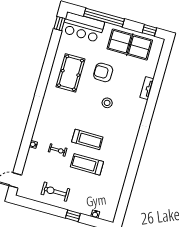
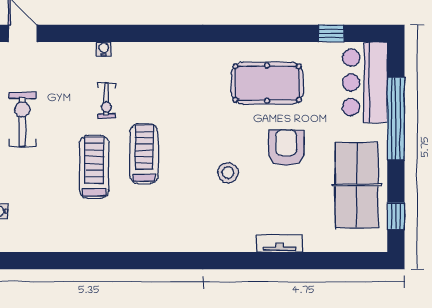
window: (59, 24) -> (331, 33), moved
treadmill: (87, 139) -> (144, 154), turned 180

